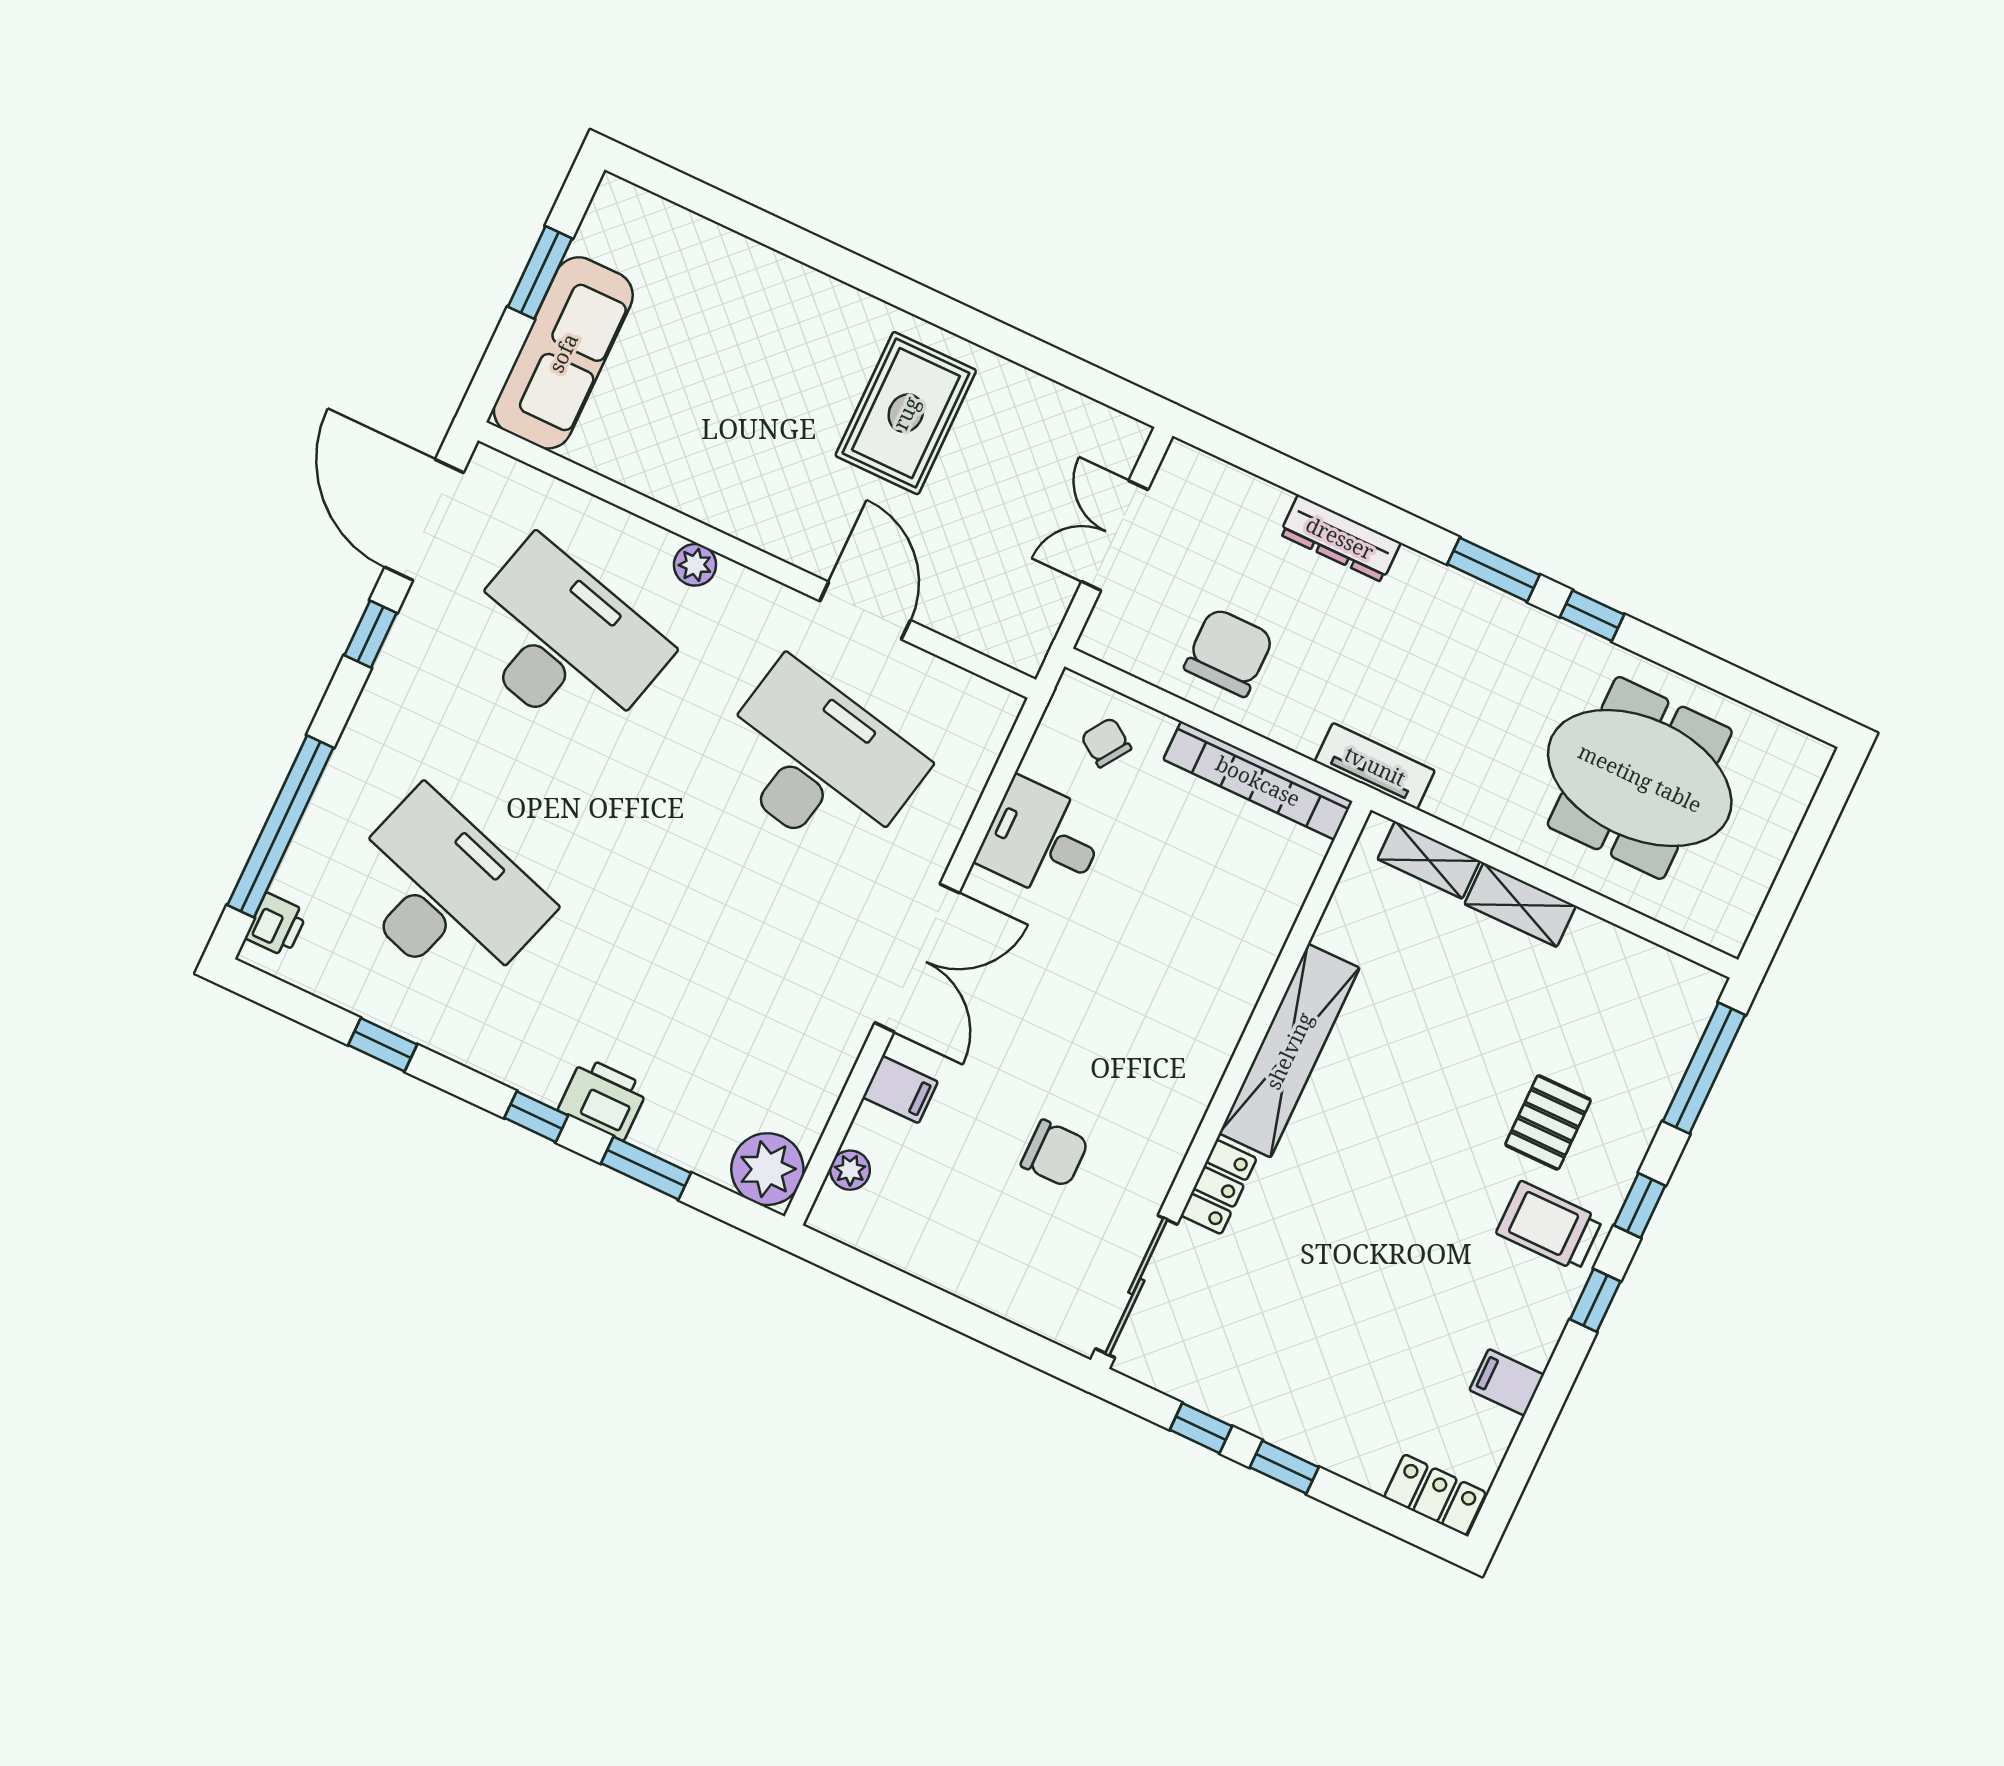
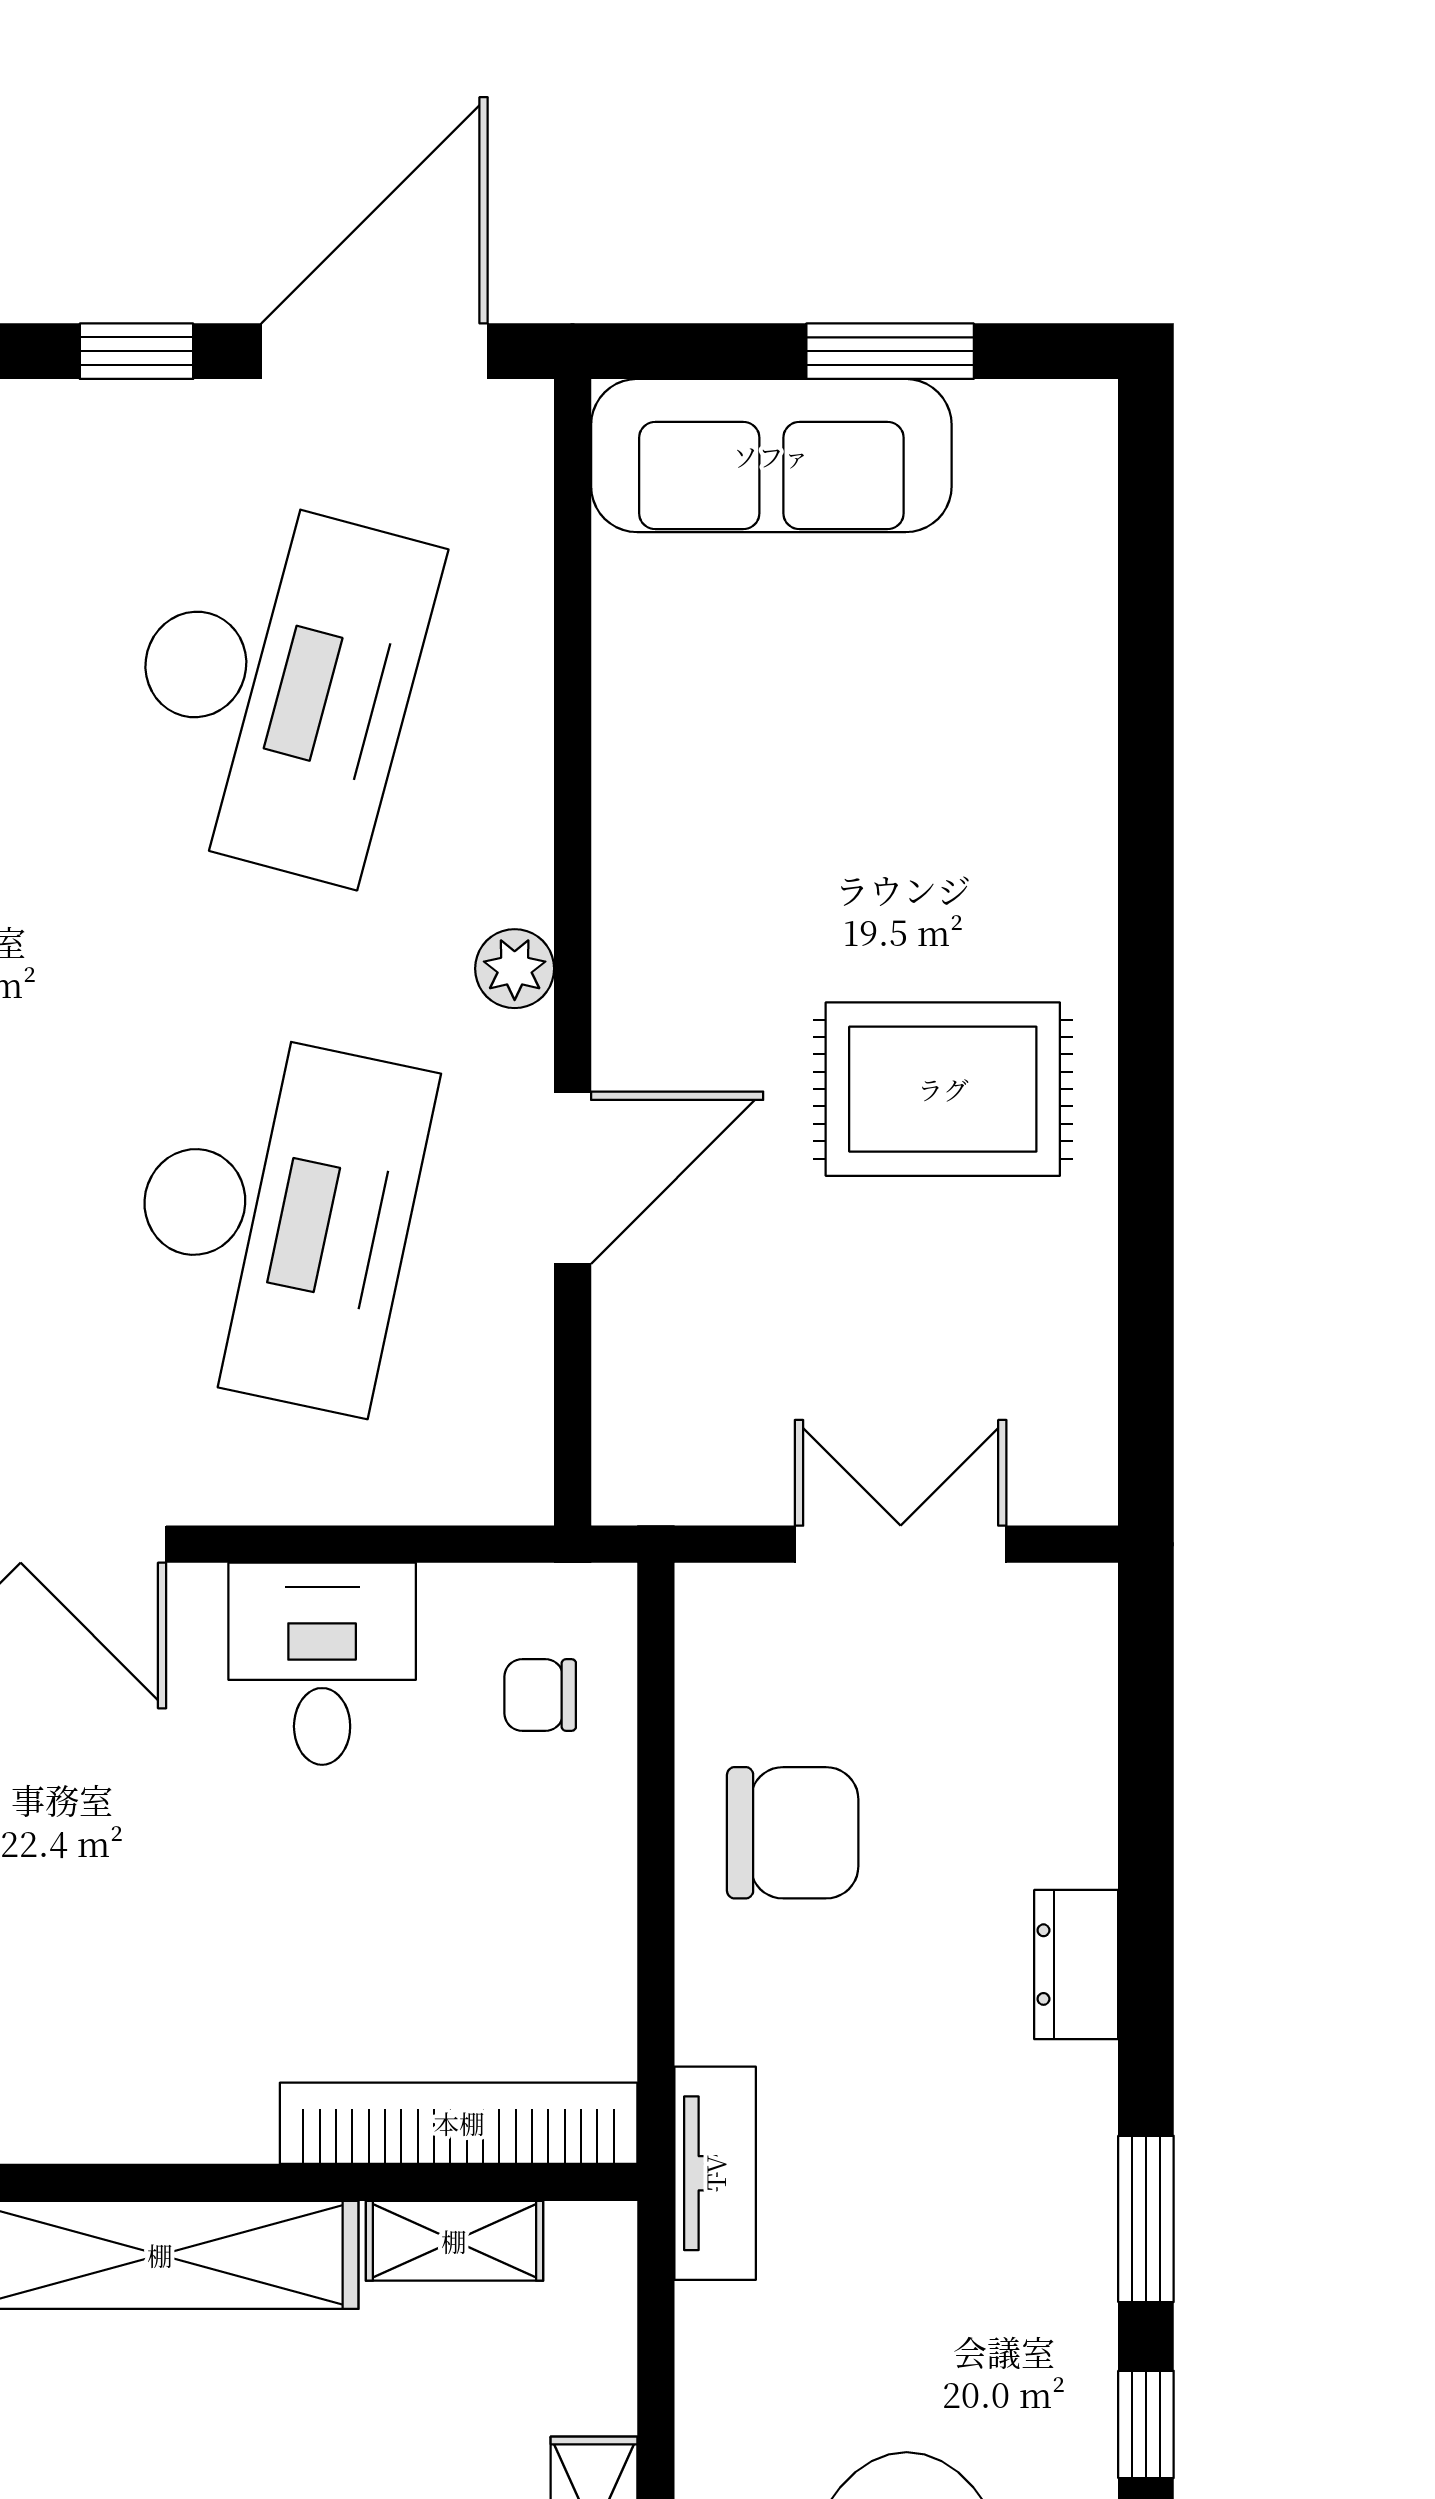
dresser: (1340, 538) -> (1076, 1965), width x0.70
plant: (695, 565) -> (515, 969), moved
chair: (1106, 742) -> (540, 1695), turned -124
bookcase: (1258, 781) -> (459, 2123), moved, turned 90
shelving: (1429, 860) -> (454, 2241), moved, turned 90

